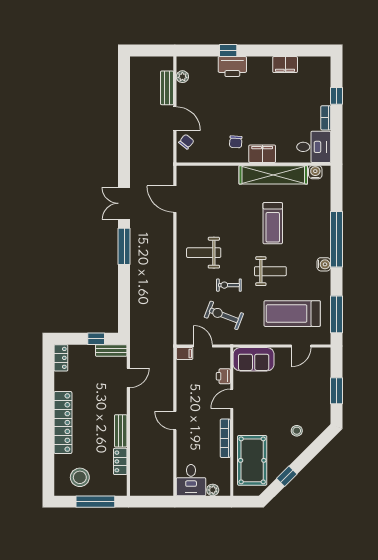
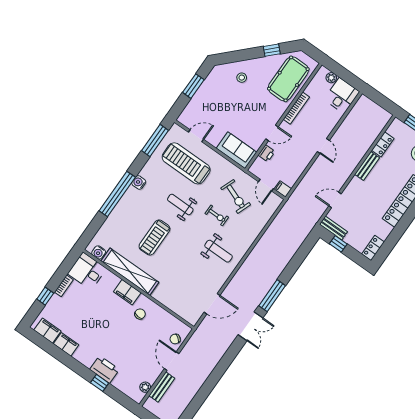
filing cabinet: (312, 65) -> (47, 331), added
door: (175, 199) -> (212, 304), hinge flipped
treadmill: (273, 223) -> (154, 237), turned 180
treadmill: (292, 314) -> (186, 163), turned 180

